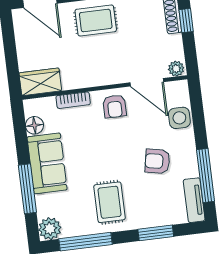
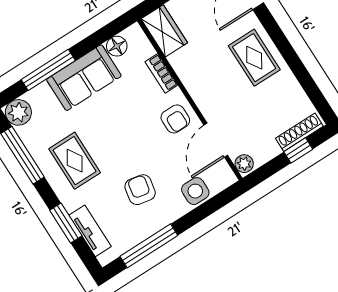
armchair: (115, 106) -> (175, 119), turned -90
tv unit: (194, 200) -> (90, 231), moved, turned 90
rug: (110, 202) -> (75, 161), turned 90

